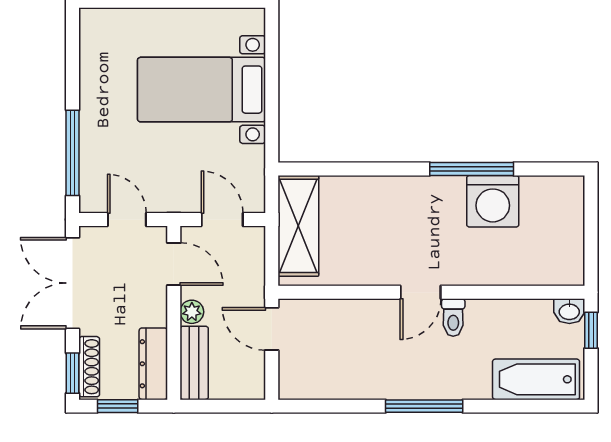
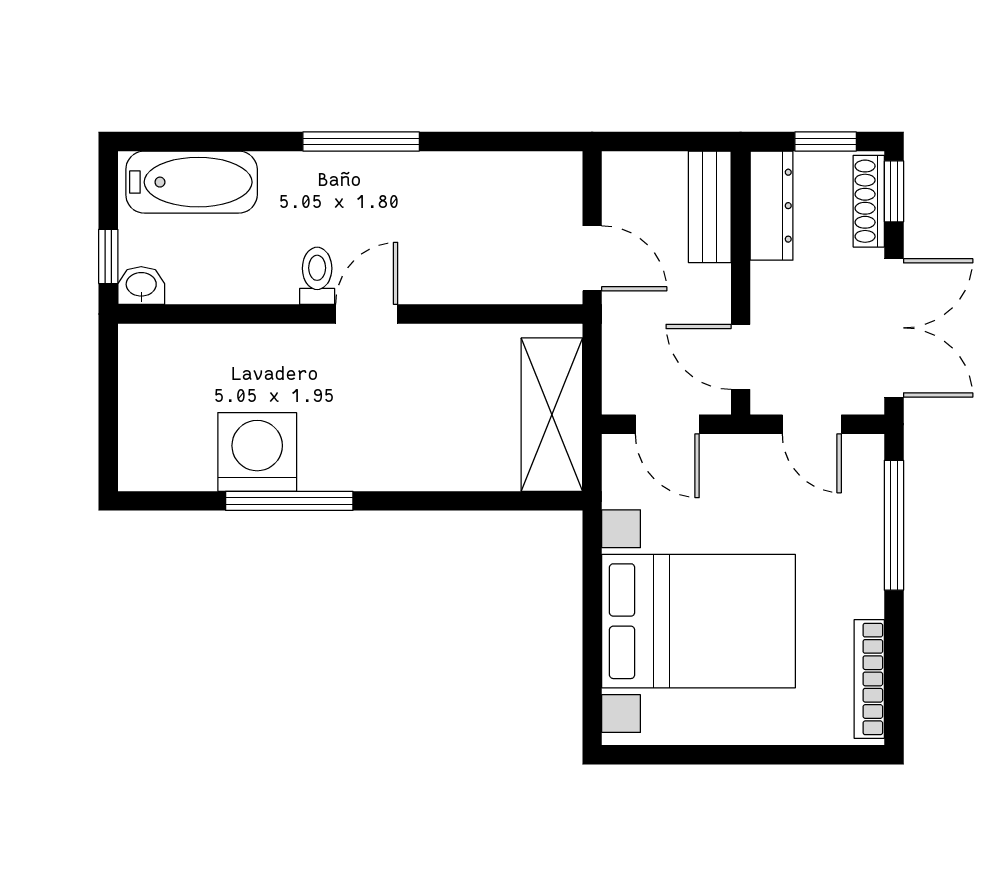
bookcase: (89, 51) -> (869, 679), added
bed with nightstands: (202, 90) -> (699, 621), width x1.36
plant: (192, 312) -> (713, 284), removed

